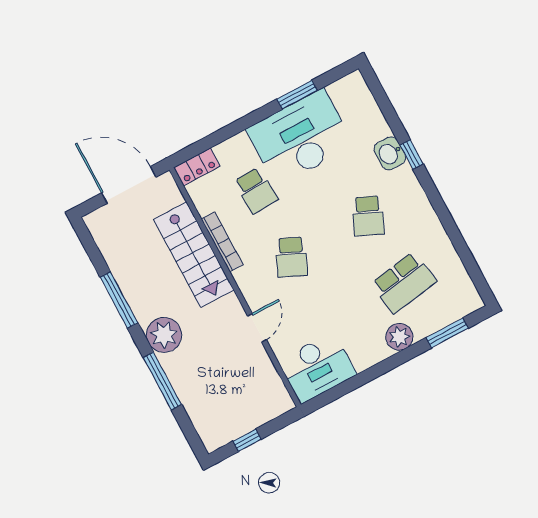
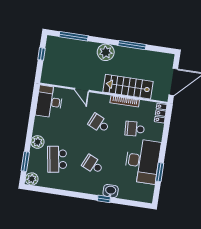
plant: (468, 300) -> (32, 179), added
window: (162, 381) -> (74, 36), moved

